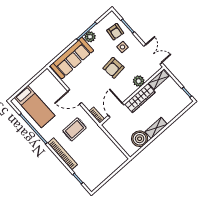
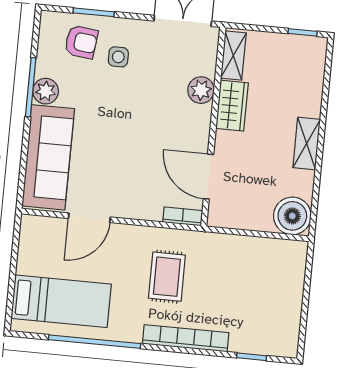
armchair: (113, 68) -> (136, 107), removed
door: (75, 97) -> (89, 218), moved
wardrobe: (140, 98) -> (232, 106), width x0.67
boiler: (140, 139) -> (292, 216), moved

